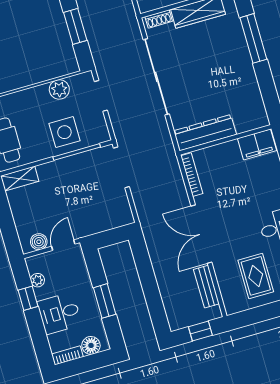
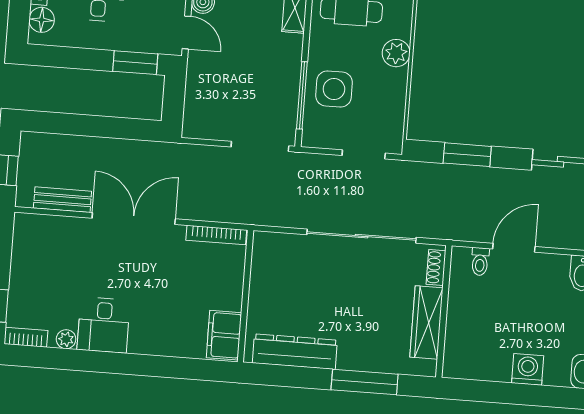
plant: (59, 89) -> (396, 53), moved
dresser: (205, 133) -> (295, 352), moved, turned -90
rug: (256, 276) -> (52, 269), removed
window: (105, 301) -> (135, 63), moved

